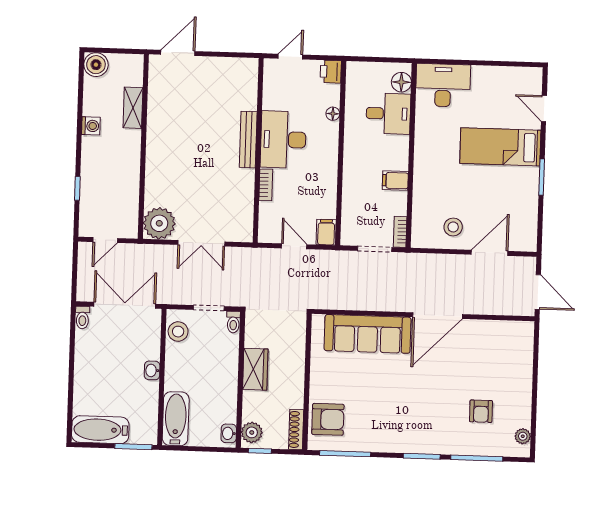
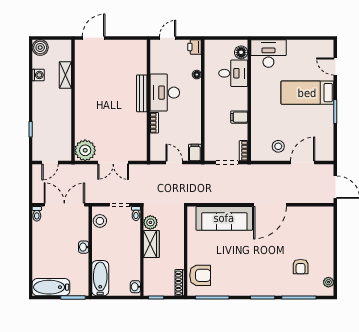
washing machine: (91, 126) -> (38, 75), moved
plant: (252, 432) -> (150, 222), moved

